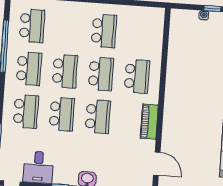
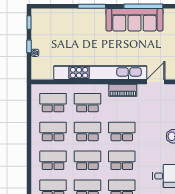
school desk: (68, 28) -> (53, 160), added
school desk: (140, 34) -> (53, 103), added
kitchen unit: (173, 95) -> (100, 73), added

